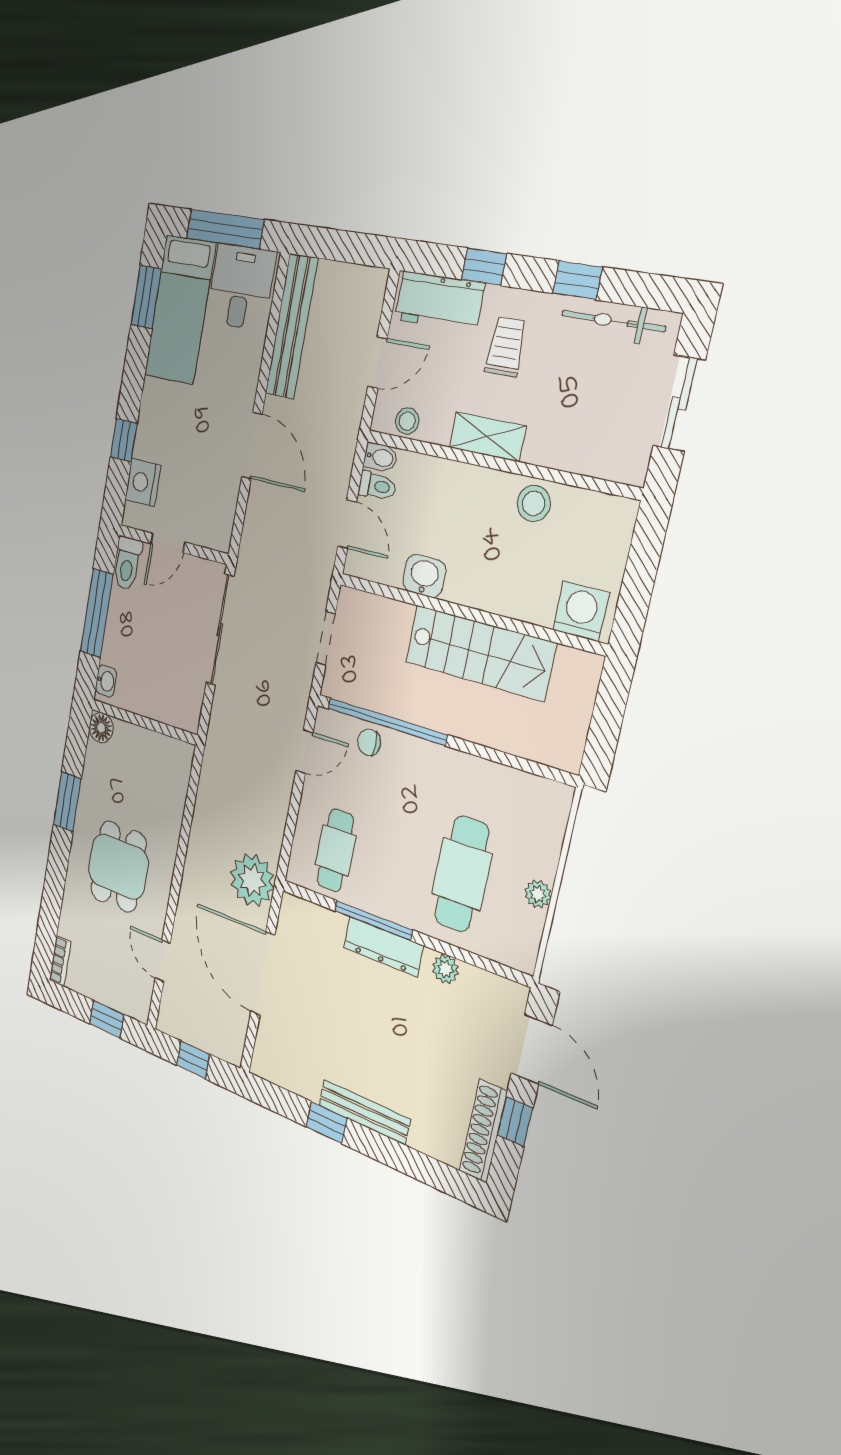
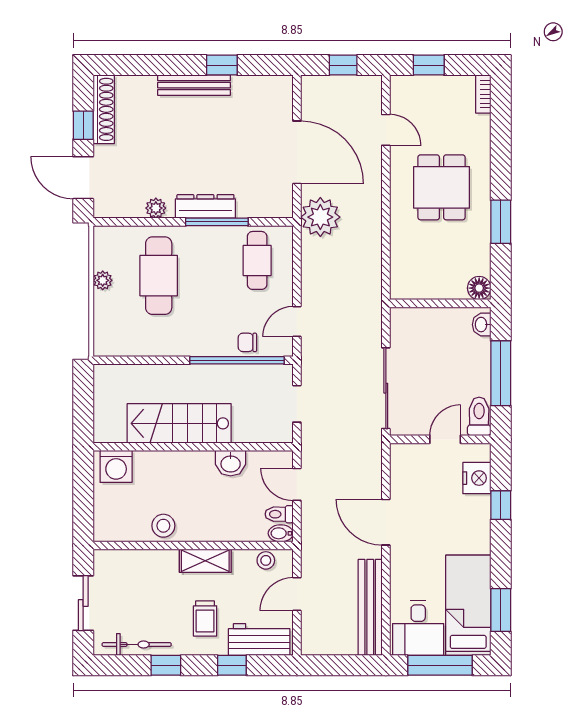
chair: (369, 742) -> (247, 342), turned 180

